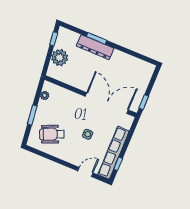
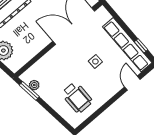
window: (32, 115) -> (29, 91), moved
wheelchair: (52, 134) -> (77, 97), turned -67

